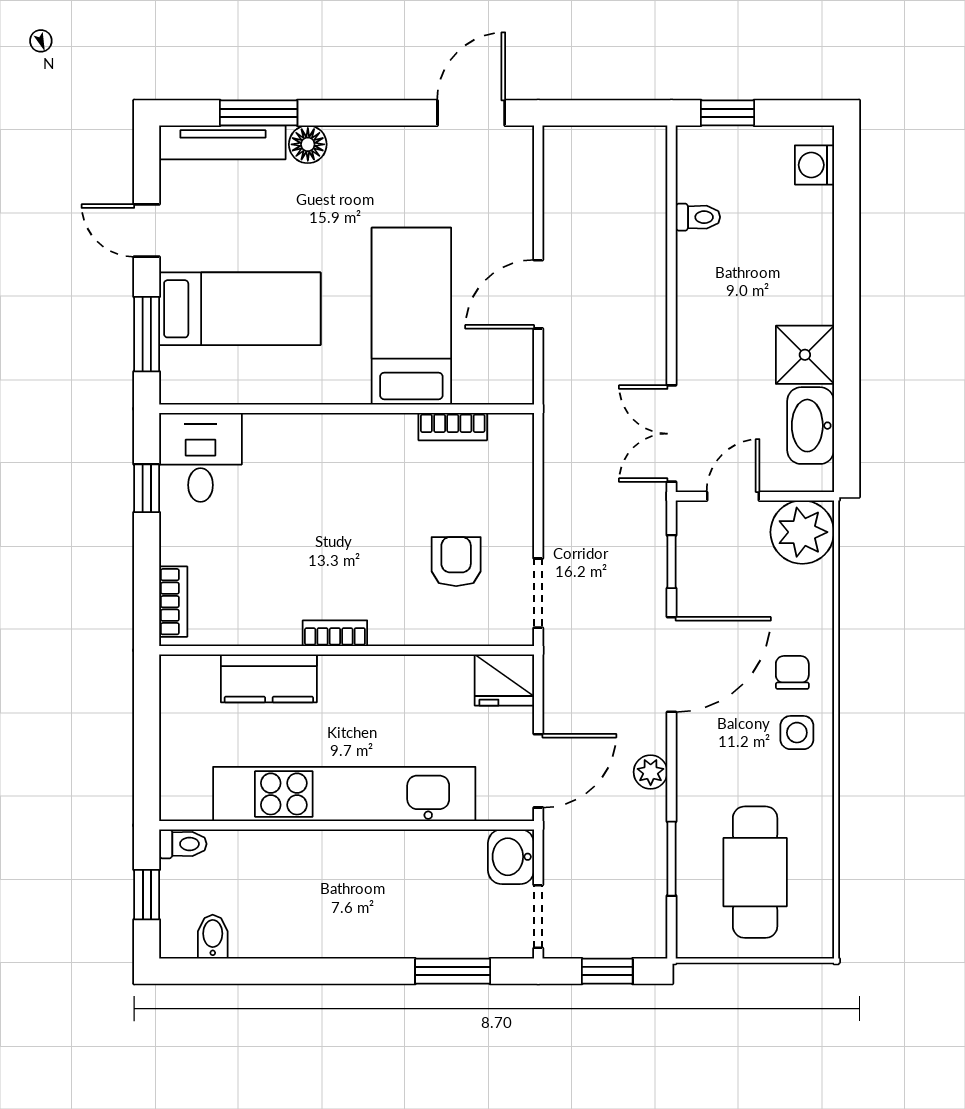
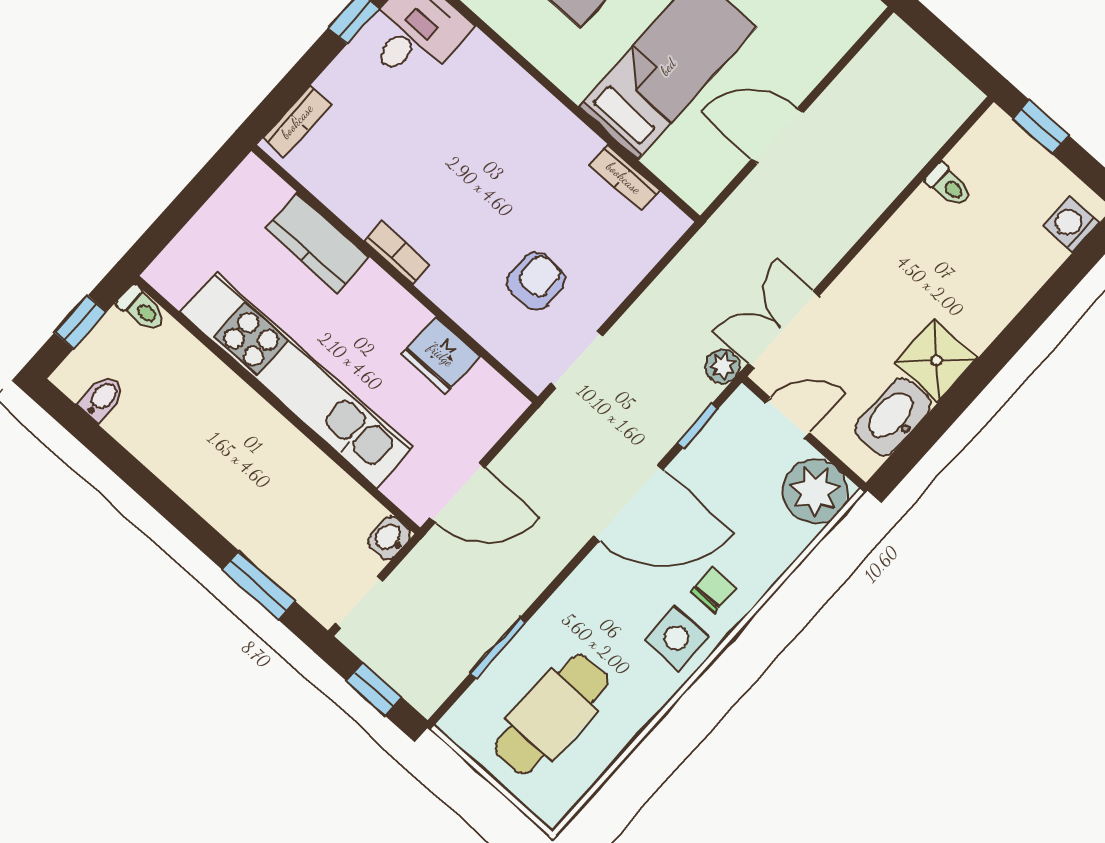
fridge: (504, 680) -> (441, 355), moved
side table: (797, 733) -> (677, 638), width x1.37, depth x1.37
plant: (651, 772) -> (722, 366), moved
washbasin: (511, 857) -> (389, 538), width x0.72, depth x0.69

